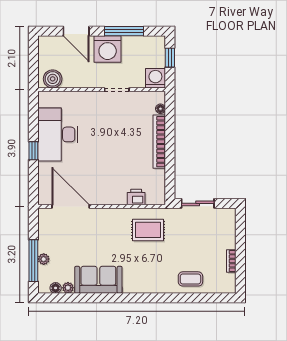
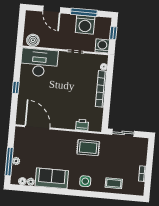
washing machine: (108, 49) -> (85, 25), moved
desk: (58, 134) -> (39, 63), moved, turned 90
side table: (148, 280) -> (85, 181), added

